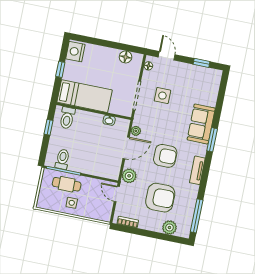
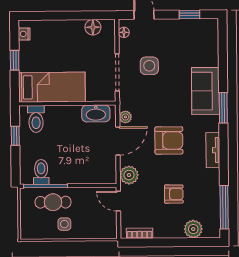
nightstand: (75, 52) -> (24, 34), width x0.53, depth x0.56
washbasin: (109, 120) -> (96, 113), width x1.91, depth x1.45
armchair: (160, 198) -> (174, 194), width x0.53, depth x0.53

